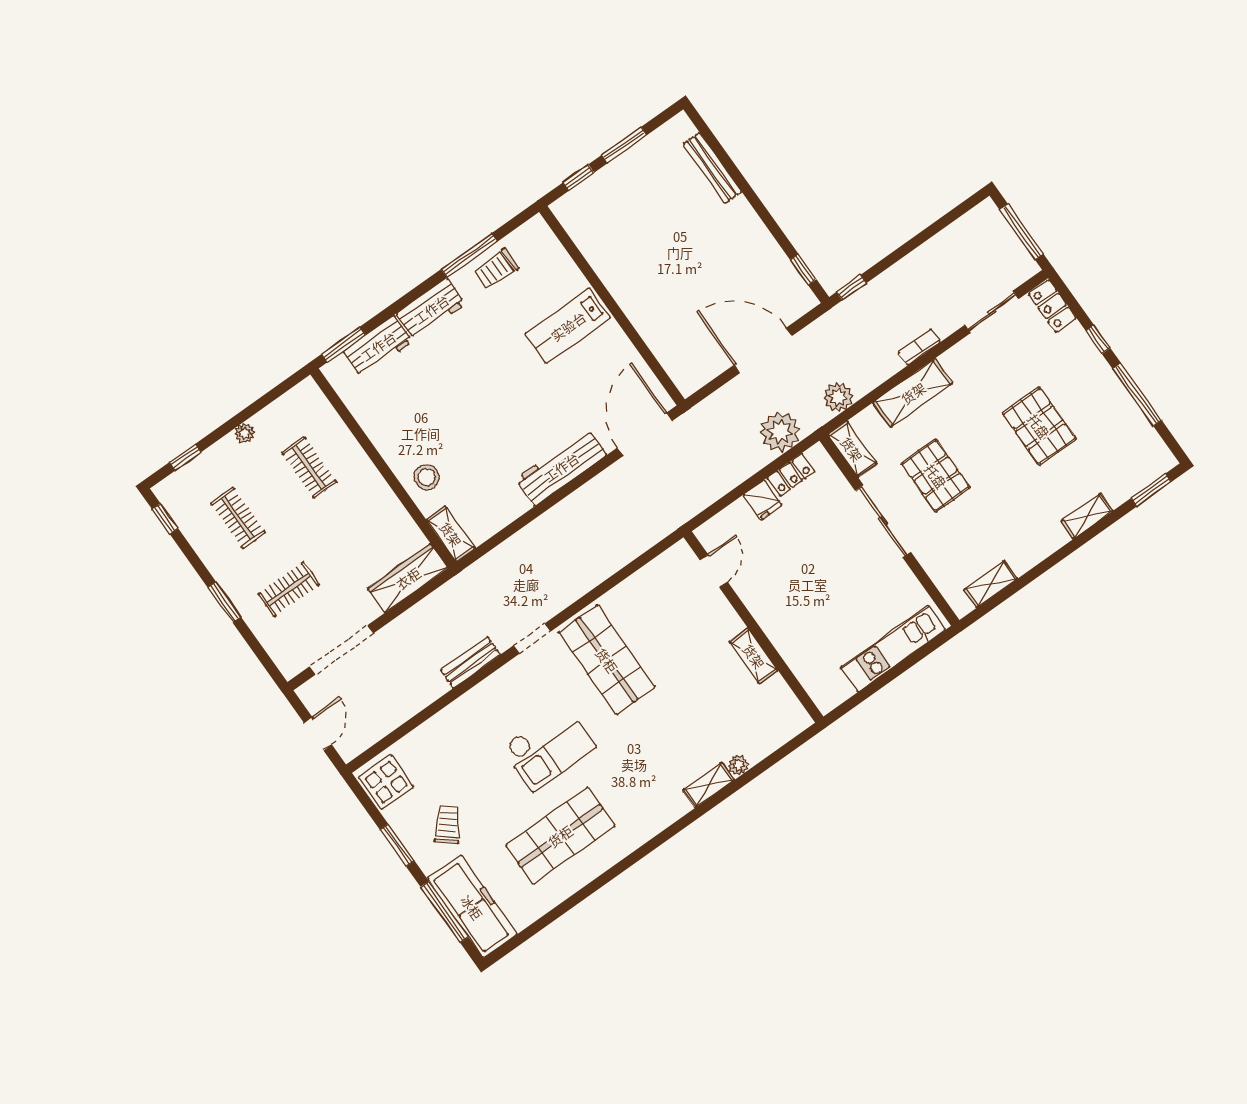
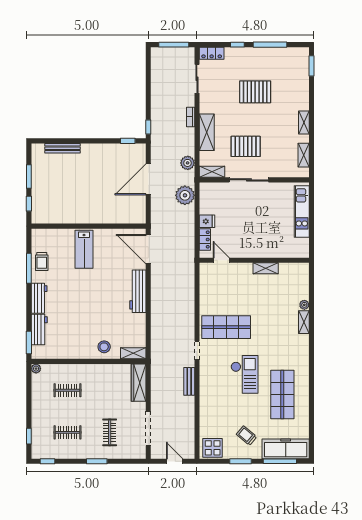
plant: (245, 433) -> (36, 369), moved
locker: (791, 475) -> (205, 240), moved
shelving: (1087, 516) -> (304, 123), moved

